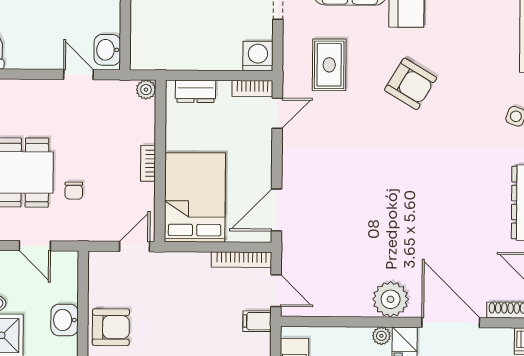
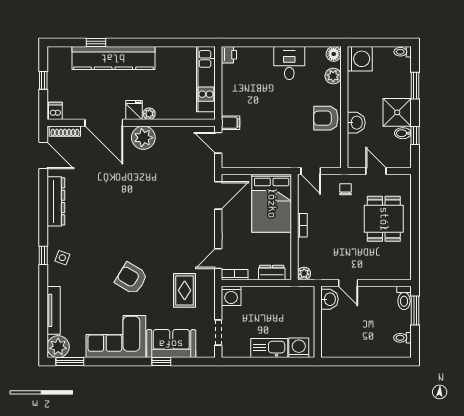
chair: (74, 191) -> (345, 189), moved
door: (135, 246) -> (311, 171), hinge flipped
bookcase: (241, 260) -> (241, 163), removed

